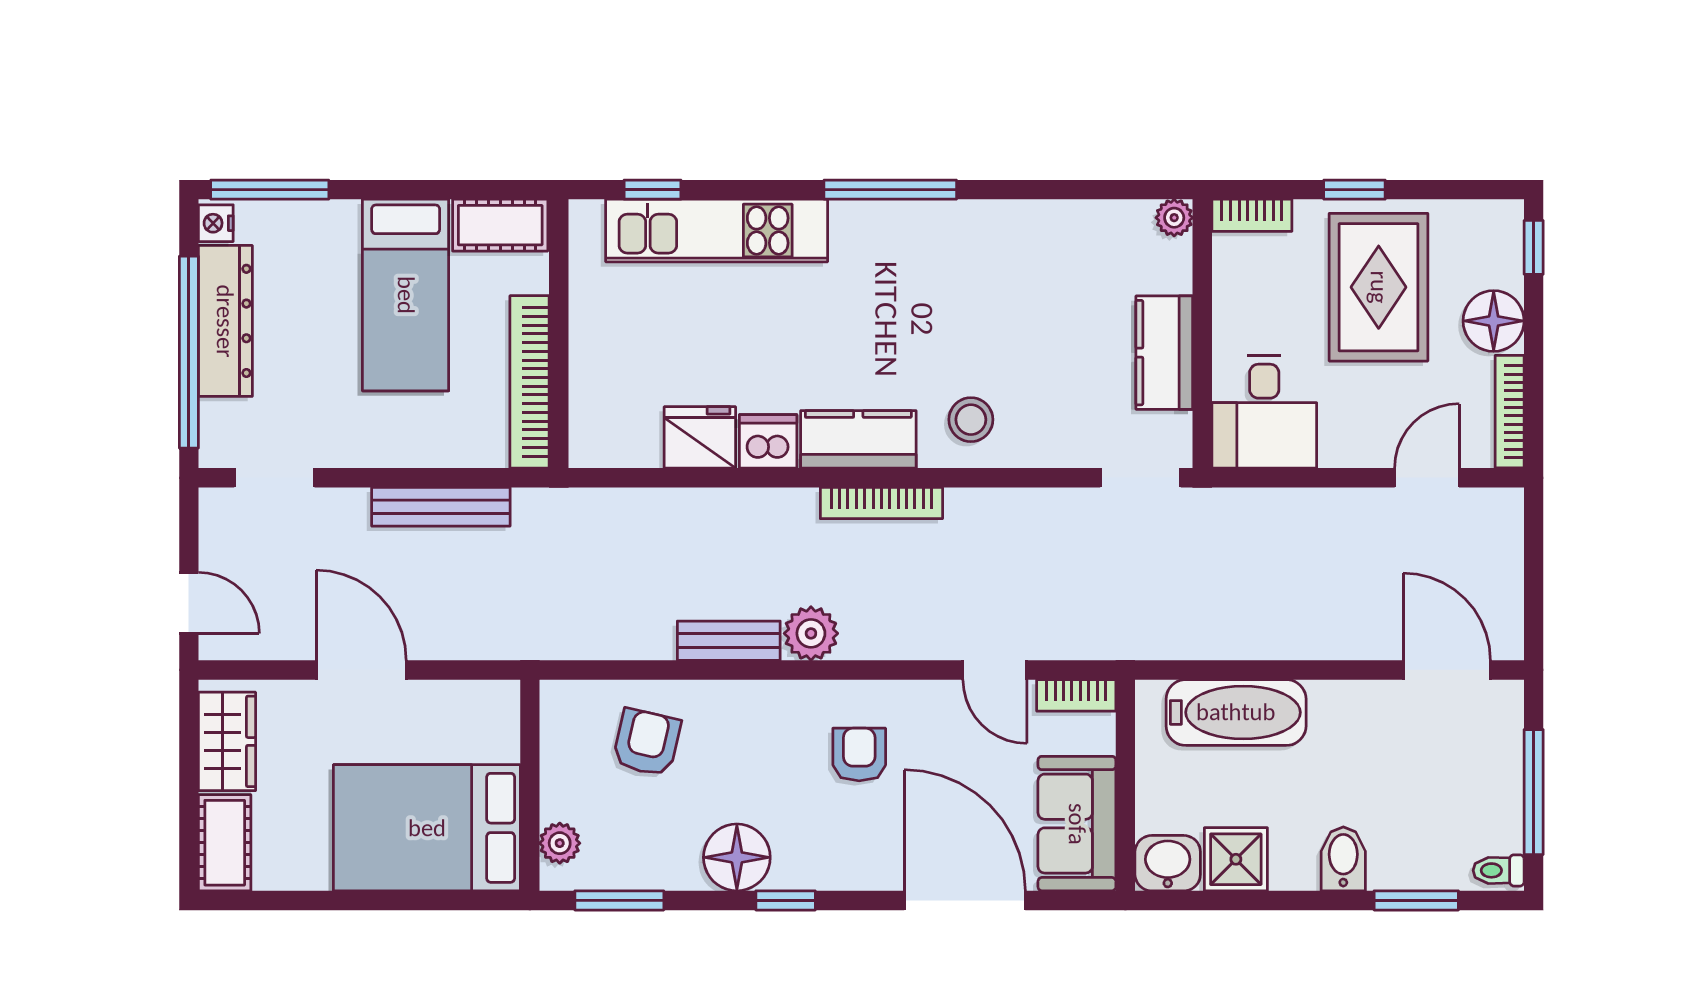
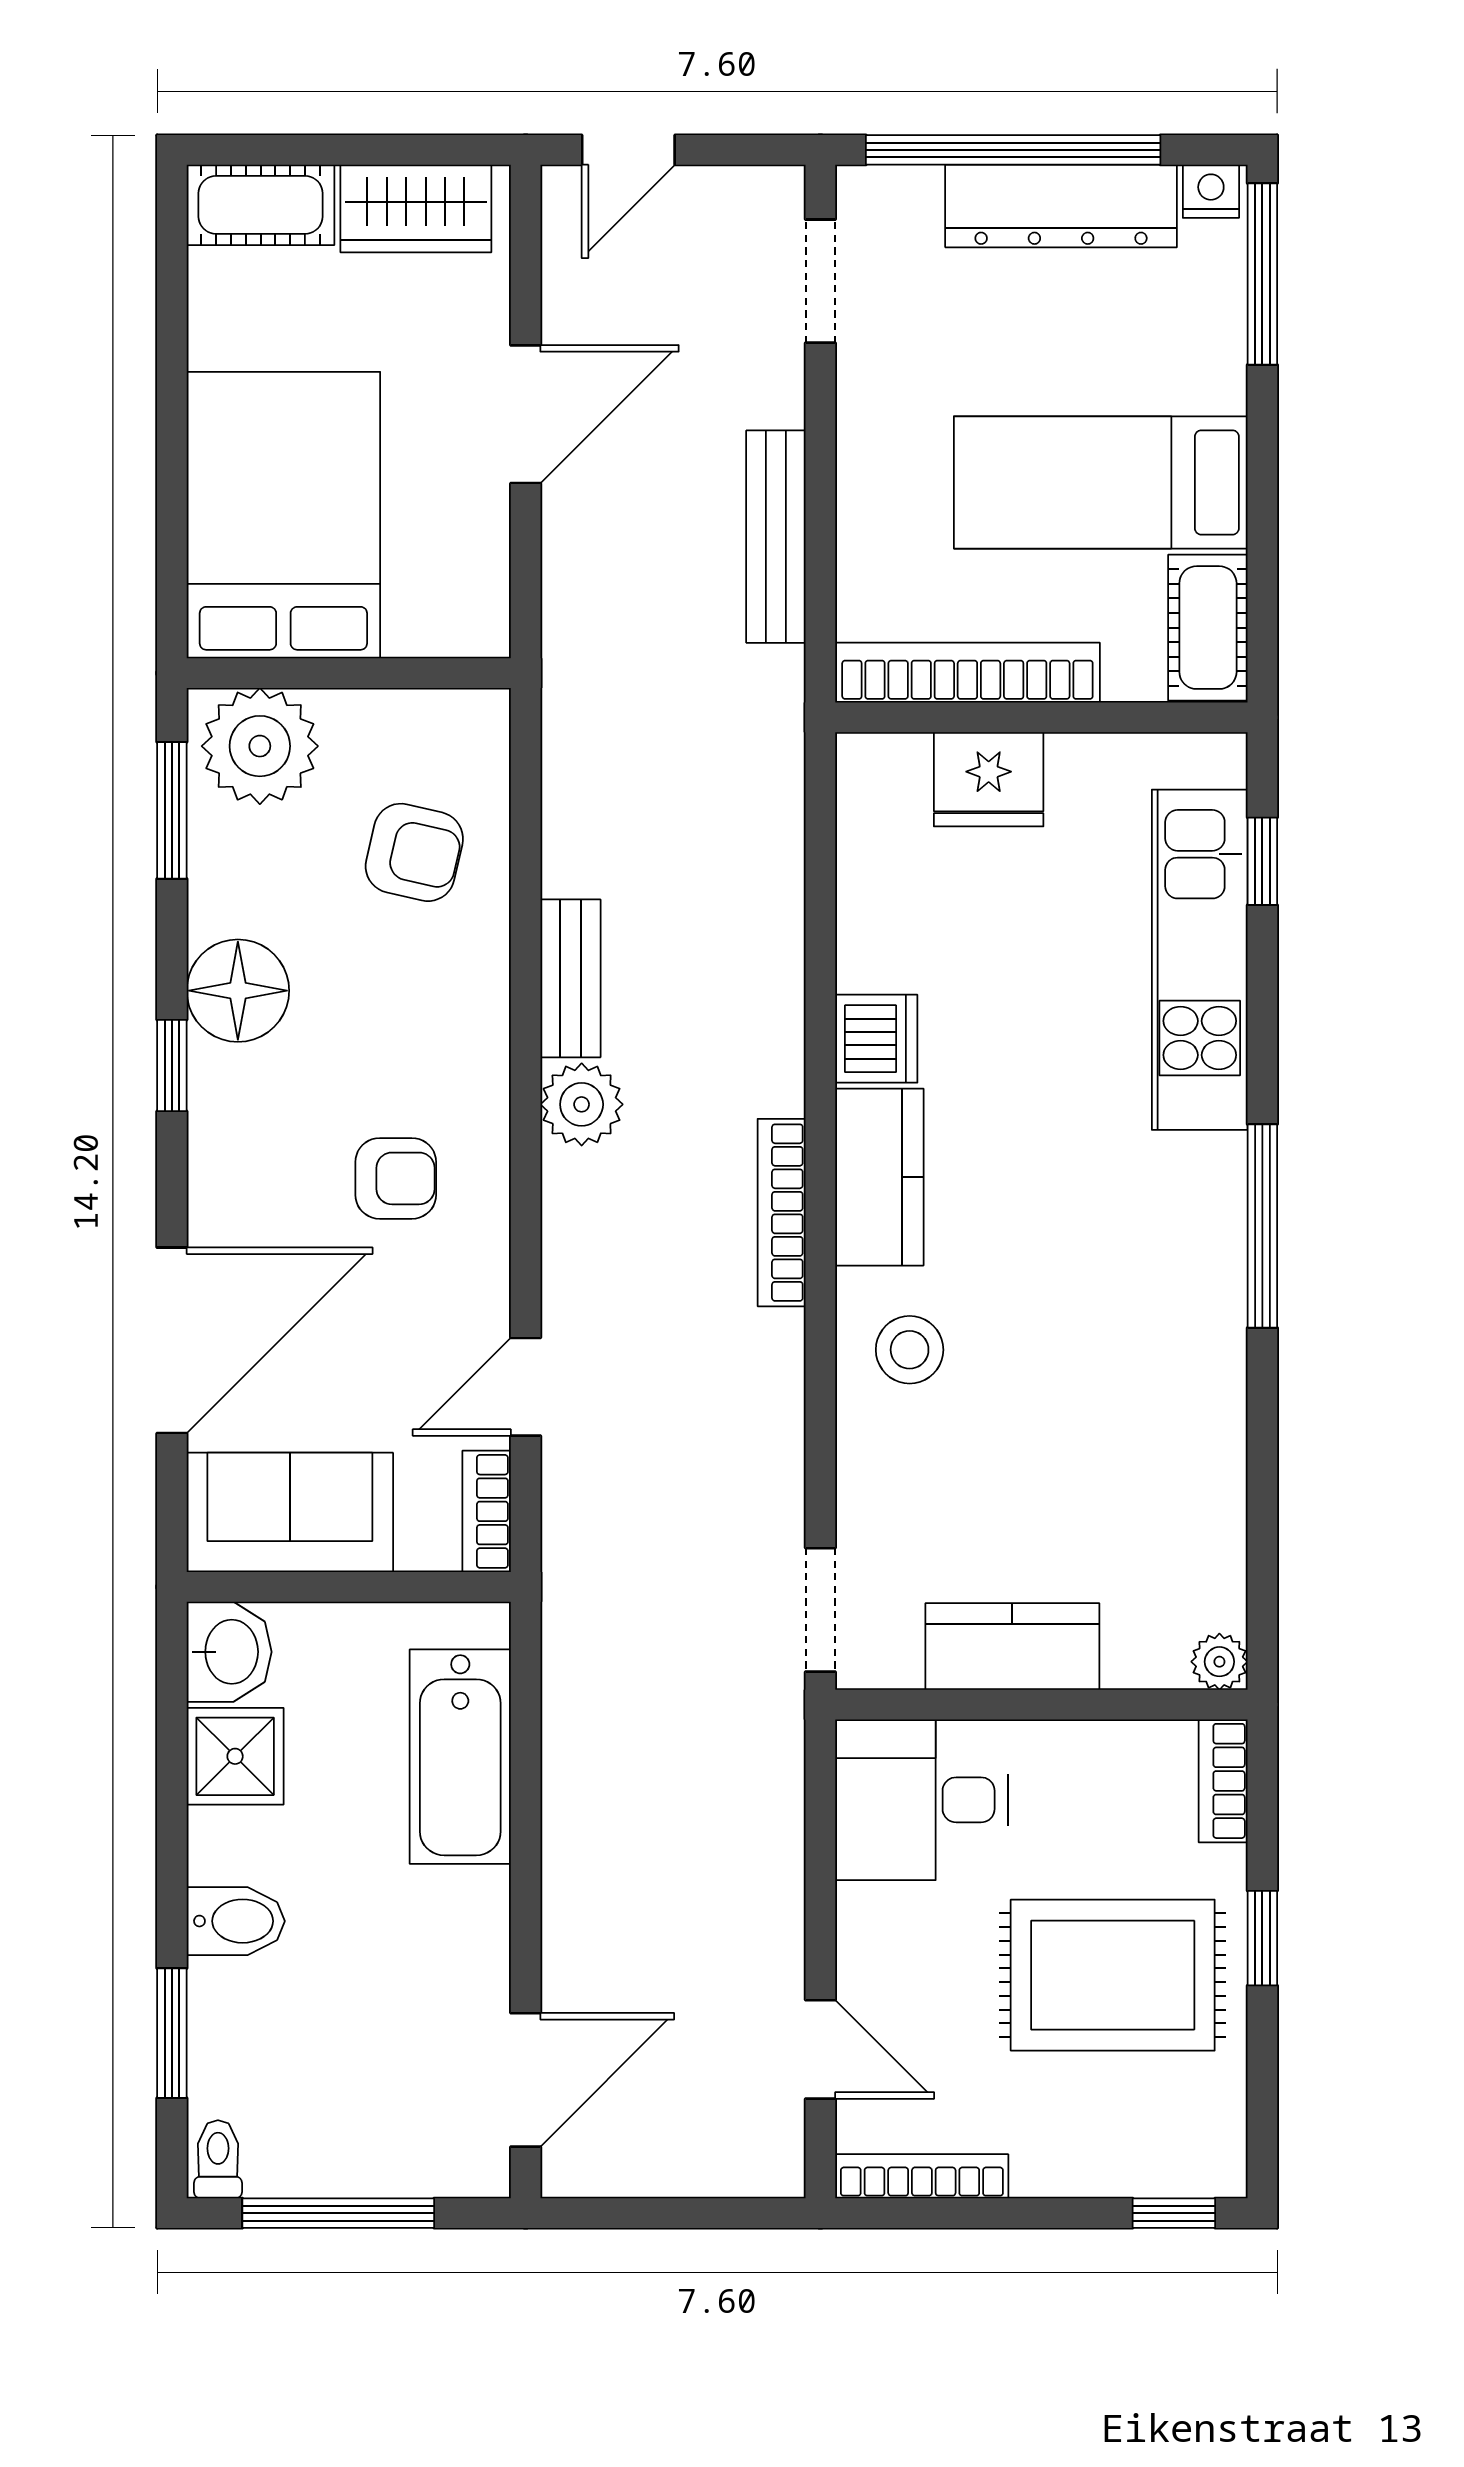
floor lamp: (1494, 321) -> (1061, 2152), removed
fridge: (700, 437) -> (989, 779), moved, turned 90
plant: (560, 843) -> (260, 746), width x1.88, depth x1.88

